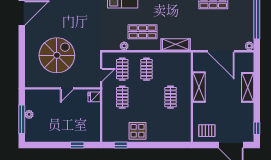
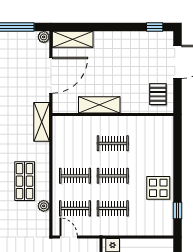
shelving: (176, 44) -> (42, 122), moved
door: (101, 75) -> (69, 237), moved
shelving: (248, 87) -> (73, 39), moved
clothes rail: (146, 97) -> (113, 176), added

